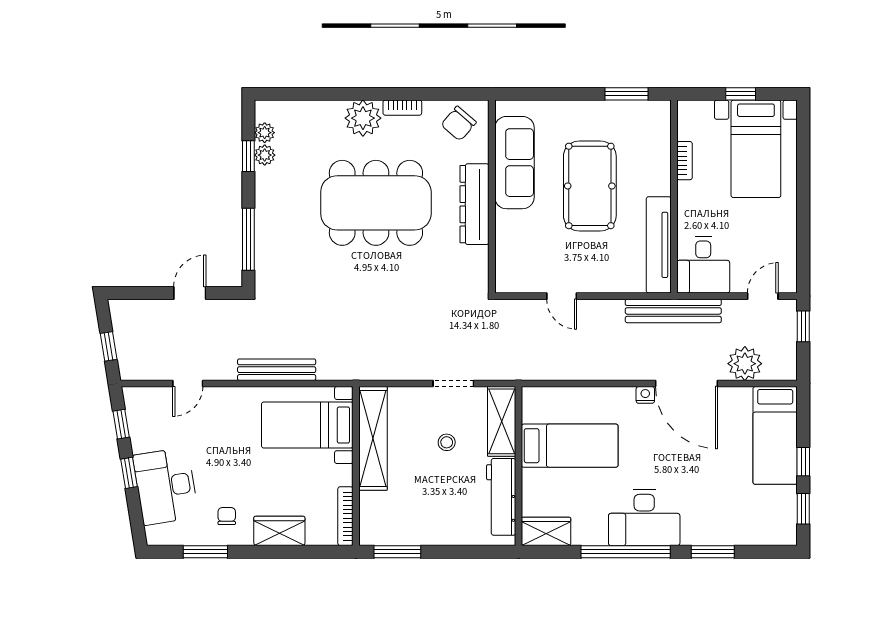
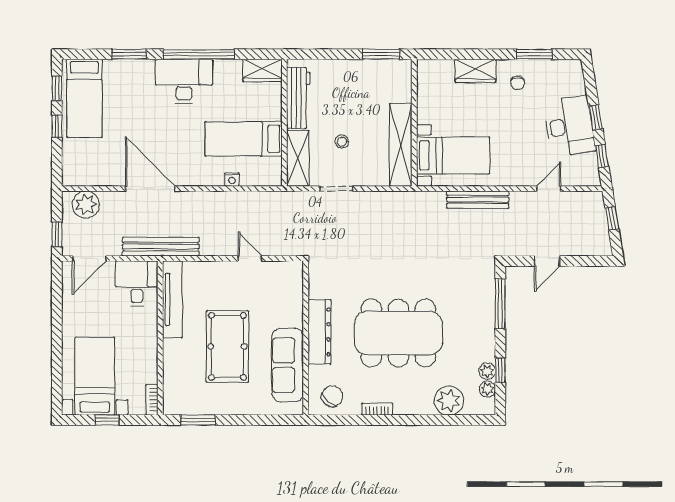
plant: (363, 118) -> (449, 401), moved
bookcase: (685, 161) -> (152, 400), moved
door: (763, 296) -> (89, 258), width x1.38
plant: (745, 364) -> (86, 205), moved
nightstand: (645, 395) -> (232, 179), moved
bed: (775, 435) -> (84, 98), moved, turned 180
desk: (166, 486) -> (569, 126), moved
bookcase: (345, 516) -> (423, 83), removed

